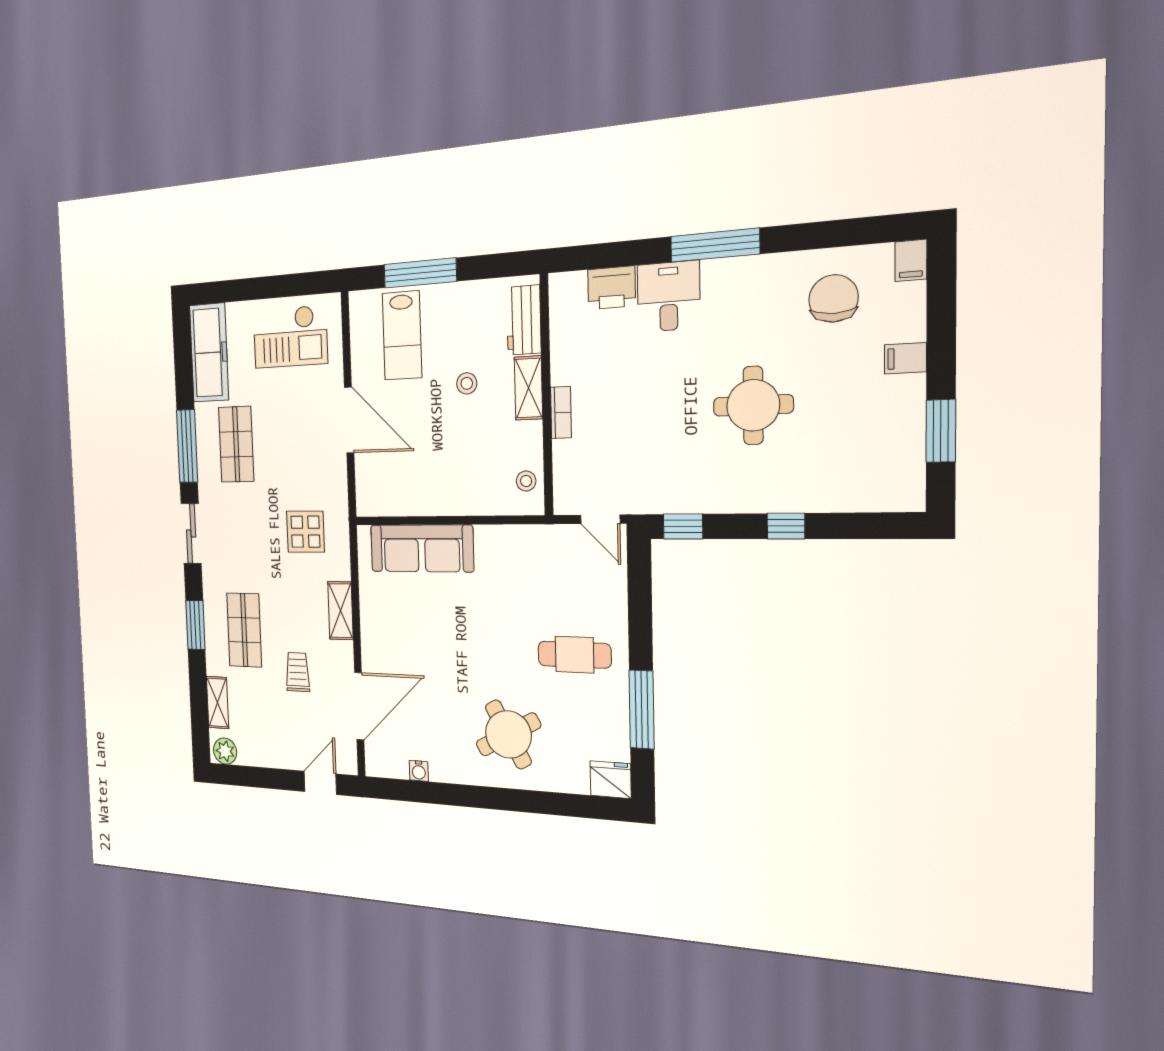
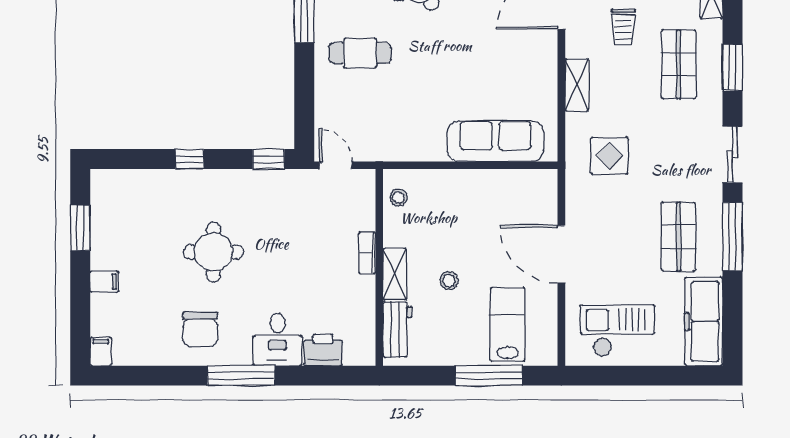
chair: (833, 299) -> (200, 329), moved

